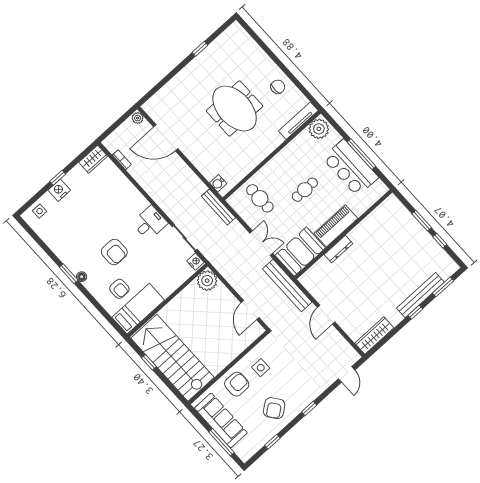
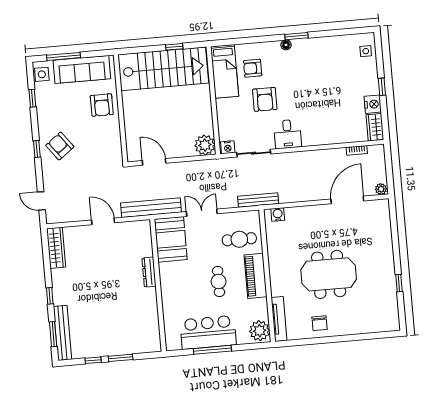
nightstand: (59, 190) -> (373, 104), moved
piano: (336, 226) -> (256, 276), moved, turned 180
double door: (261, 243) -> (202, 213), swing flipped
armchair: (114, 252) -> (265, 99), moved, turned -90
bench: (420, 295) -> (63, 333), moved
side table: (261, 368) -> (42, 74), moved
armchair: (274, 408) -> (60, 146), moved

